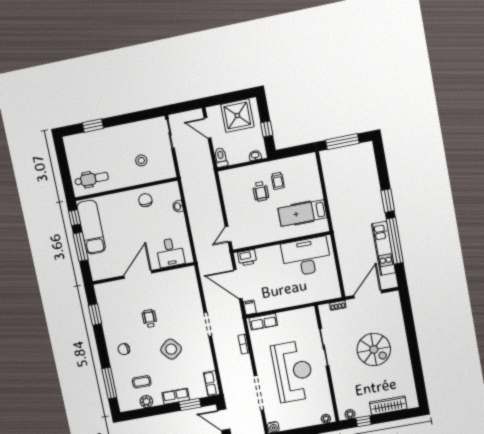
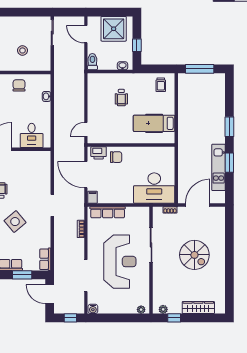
trolley: (278, 181) -> (161, 85), moved
window: (395, 241) -> (229, 163), width x0.47
desk: (306, 257) -> (154, 188), moved, turned 180
chair: (267, 259) -> (116, 157), added
row of seats: (263, 322) -> (108, 212), width x1.48

